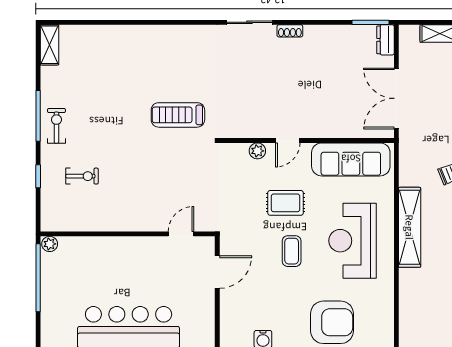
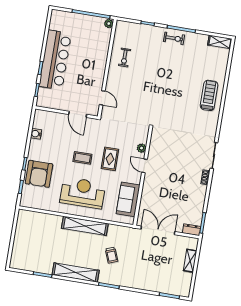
treadmill: (178, 115) -> (209, 95), moved
sofa: (351, 159) -> (128, 199), width x0.73
exercise bike: (82, 176) -> (125, 58), moved

